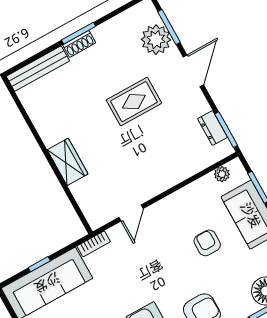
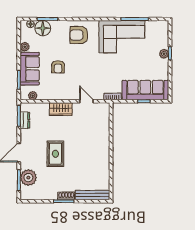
rug: (134, 102) -> (55, 154), turned 90
wardrobe: (68, 162) -> (61, 109), moved, turned -90
door: (131, 213) -> (86, 101), hinge flipped

